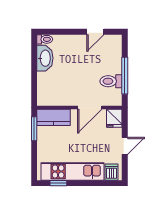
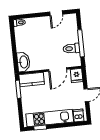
washbasin: (45, 58) -> (23, 62), moved

